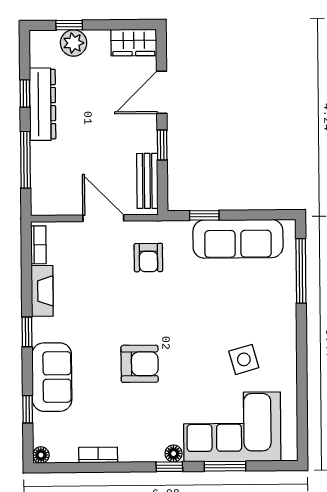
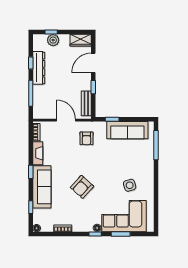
armchair: (140, 364) -> (82, 187), turned 132
sofa: (52, 377) -> (42, 187), width x1.36

